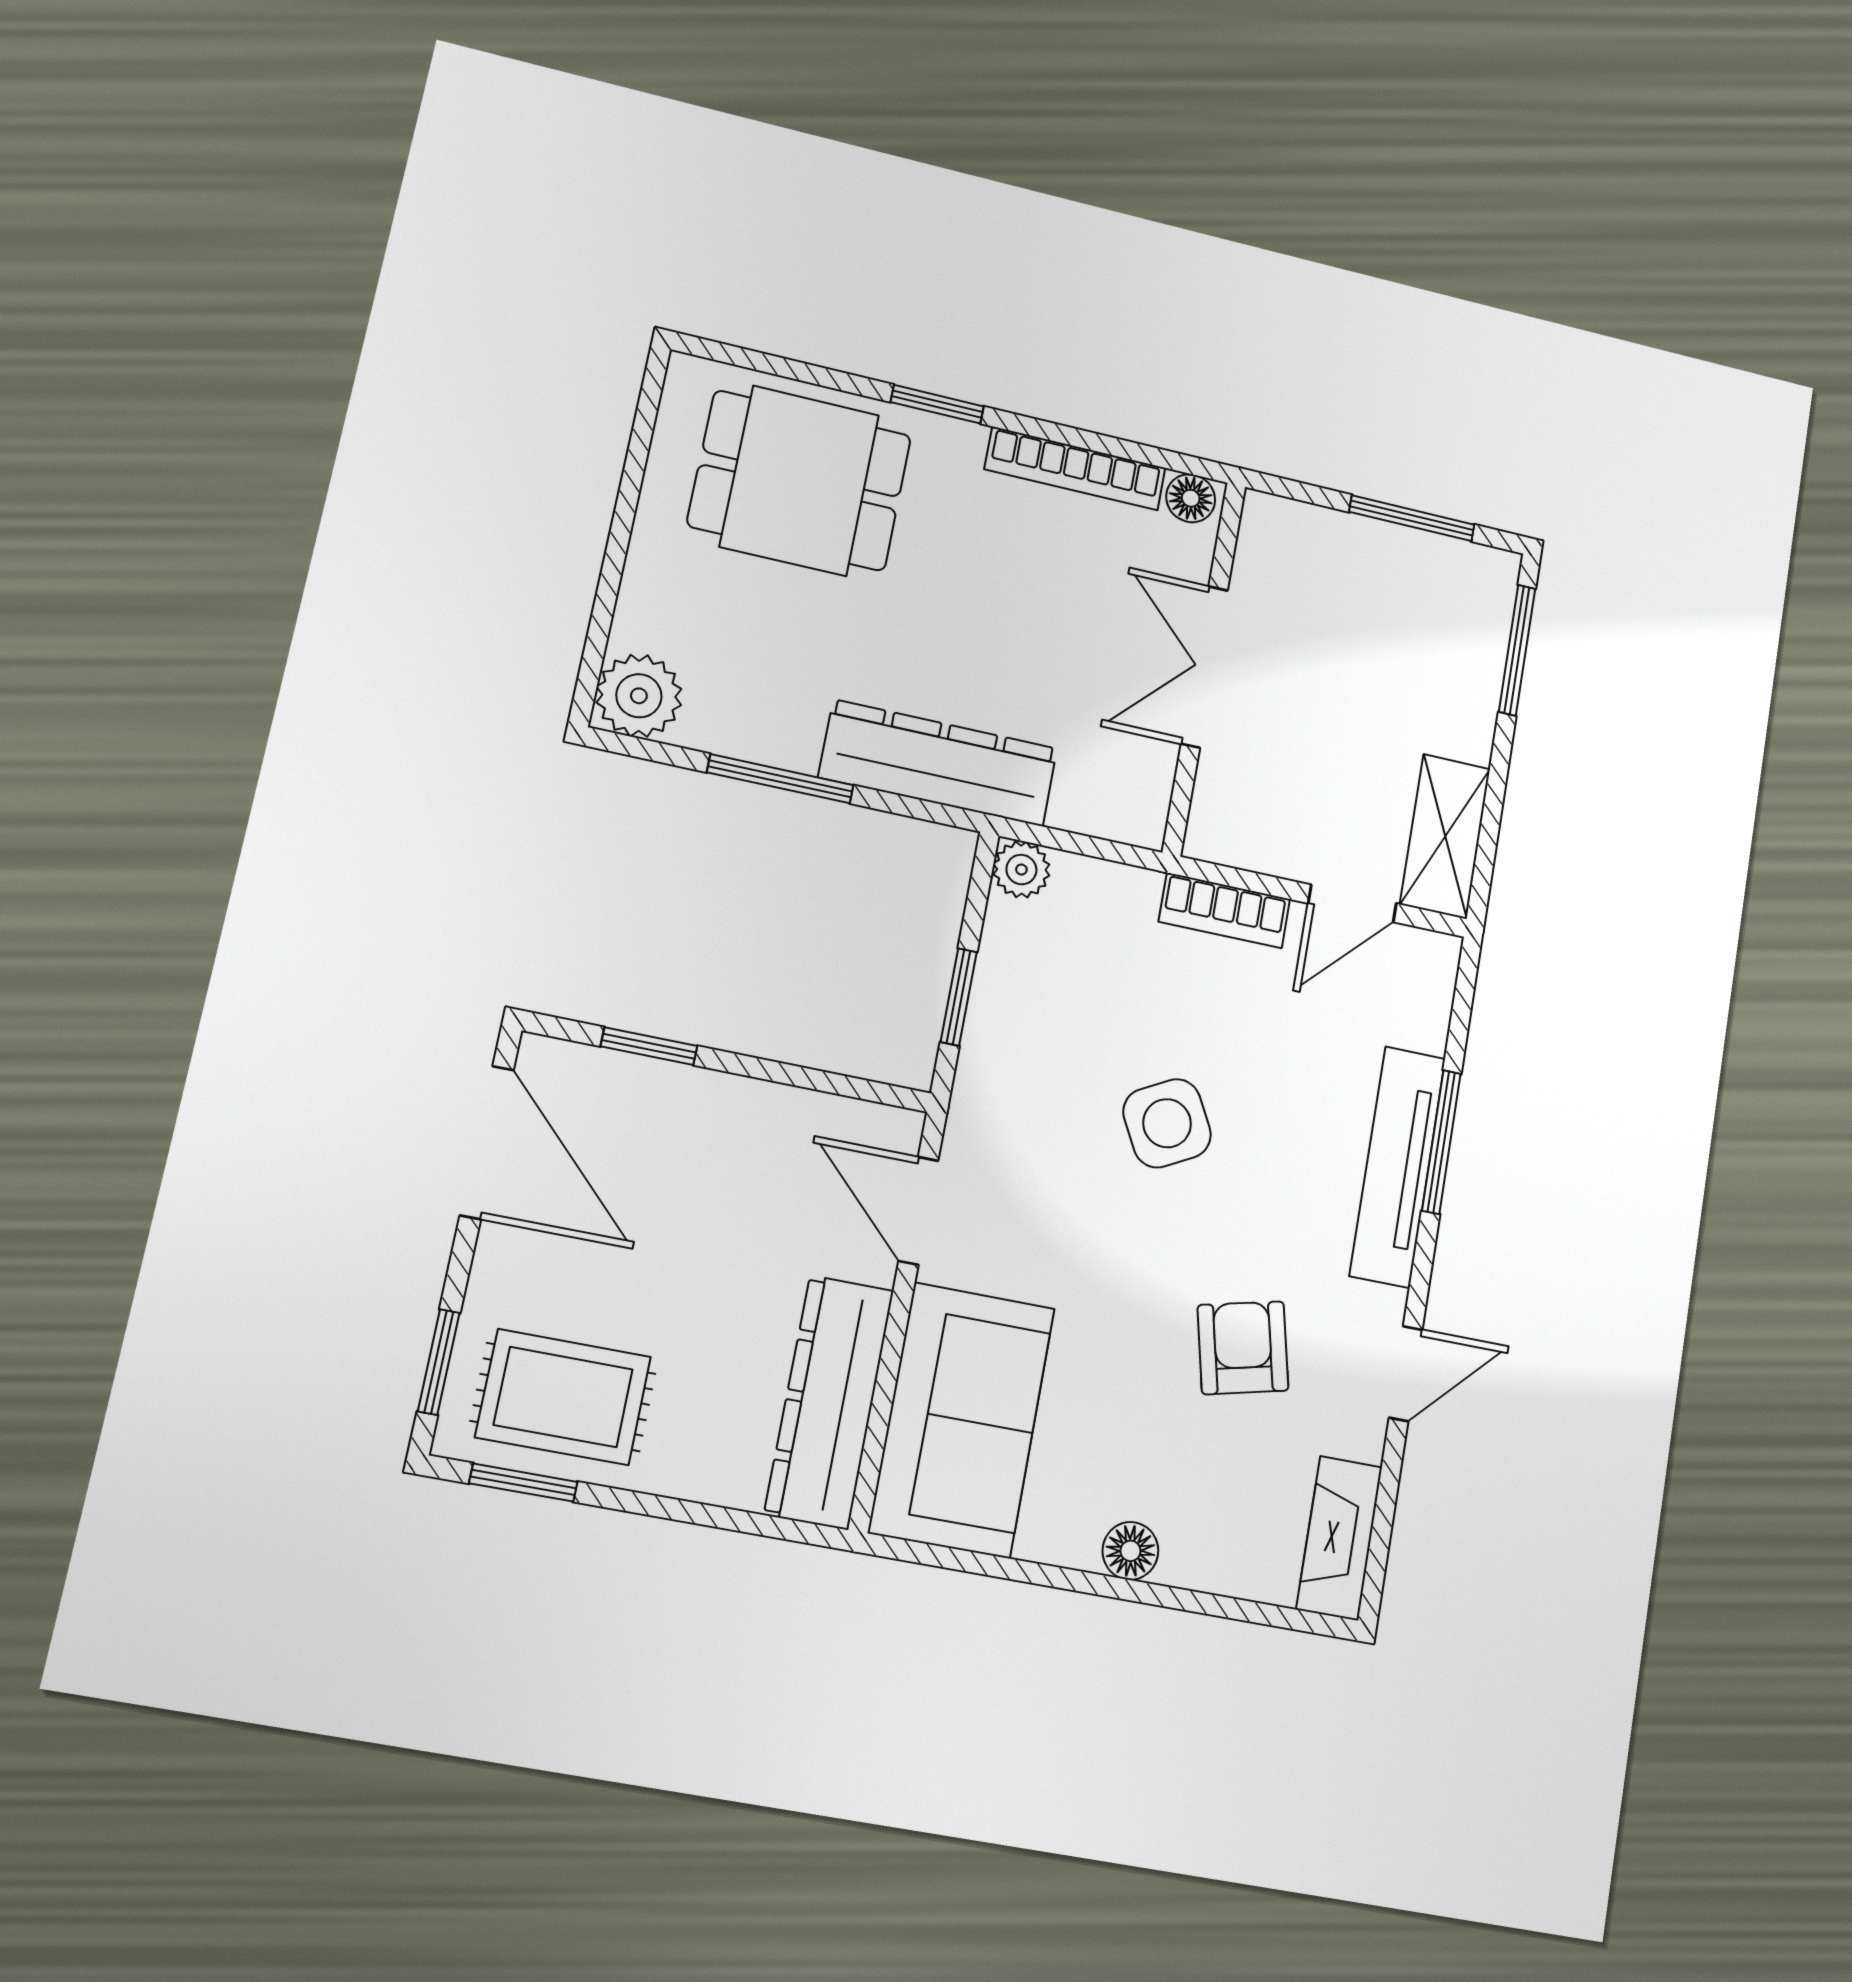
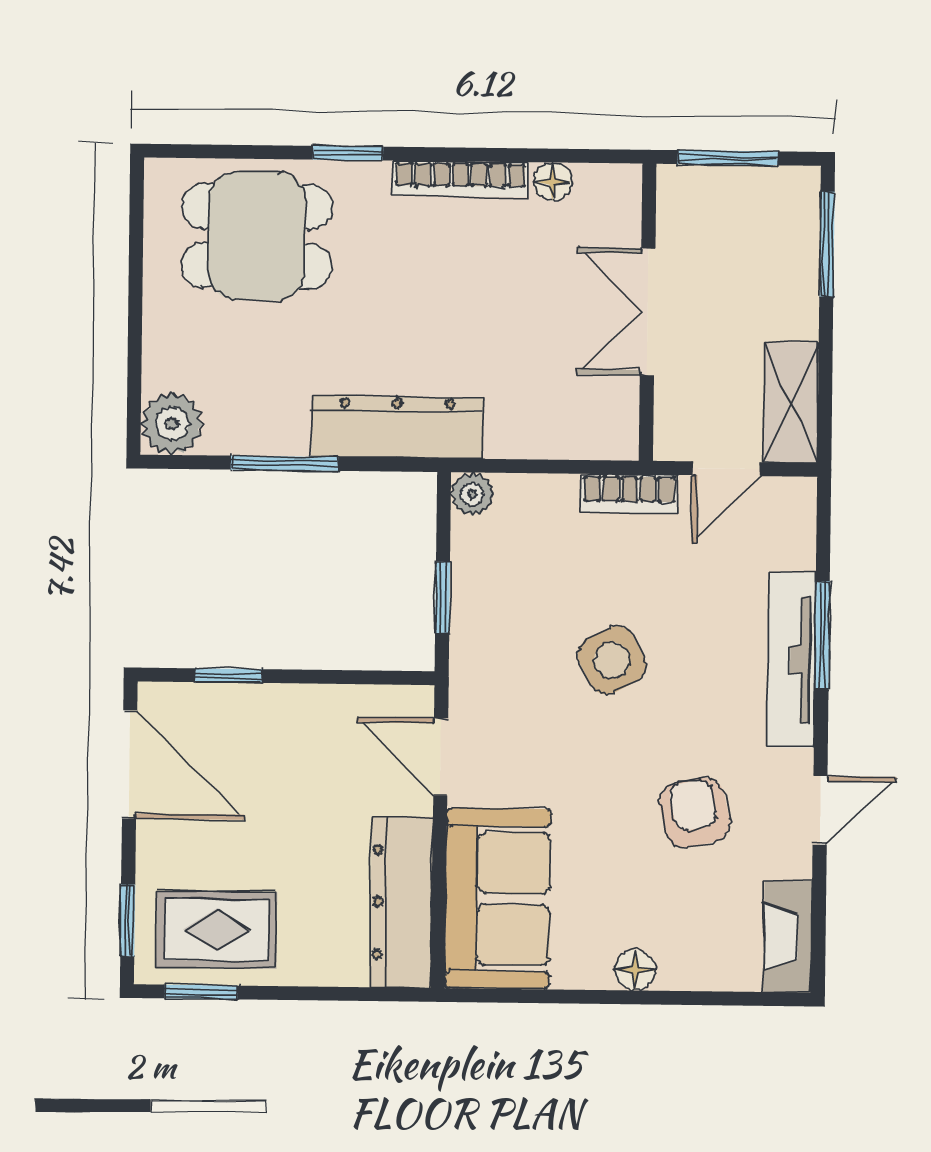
double door: (1204, 667) -> (648, 312), moved
wall: (1204, 667) -> (648, 312), moved

